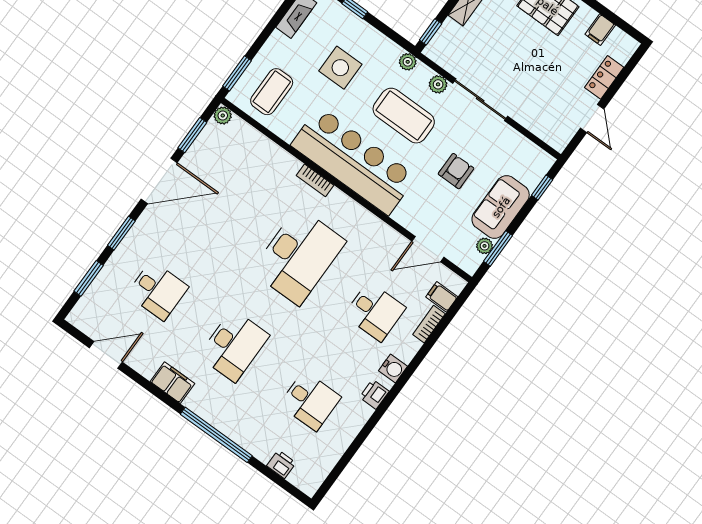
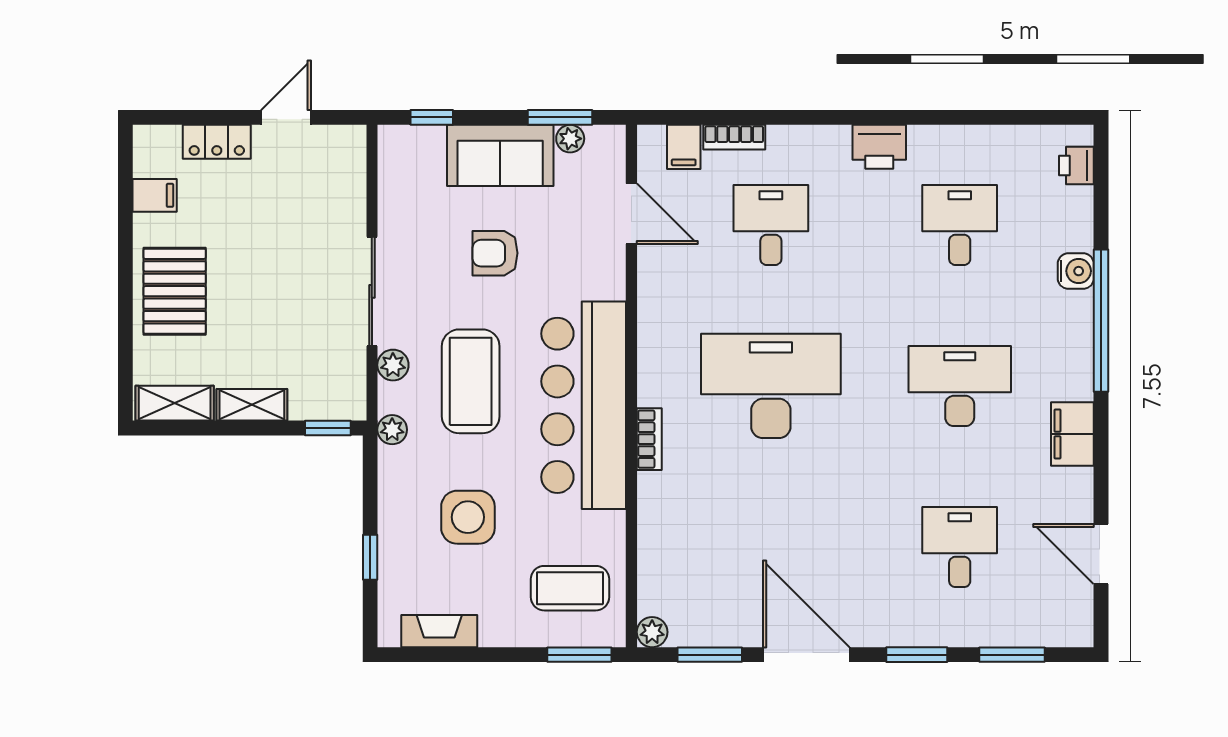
water cooler: (393, 368) -> (1076, 271), moved, turned 90
printer: (374, 394) -> (879, 147), width x1.36, depth x1.24
printer: (281, 464) -> (1076, 166), moved

